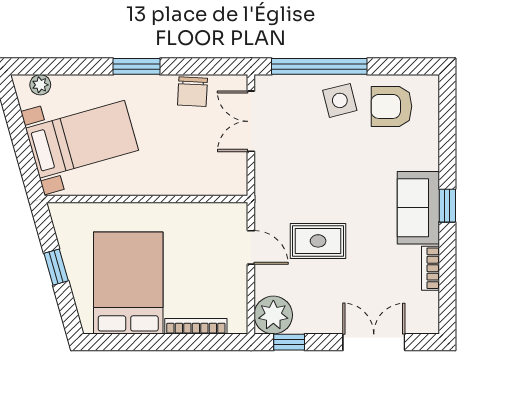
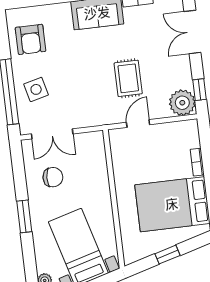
chair: (193, 92) -> (53, 177), moved
side table: (340, 100) -> (36, 89), moved
bookcase: (196, 326) -> (197, 162), width x0.64

